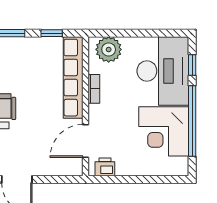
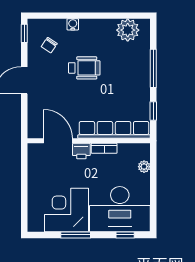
plant: (109, 49) -> (144, 167), width x0.53, depth x0.53
window: (192, 121) -> (76, 235), width x0.47
printer: (105, 167) -> (81, 151), moved, turned 90

